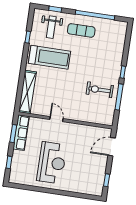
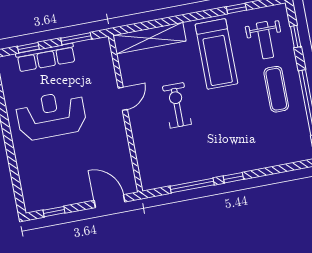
weight bench: (51, 27) -> (265, 40), turned -90
exercise bike: (100, 90) -> (177, 105), moved
row of seats: (21, 133) -> (46, 57), moved
reception desk: (52, 163) -> (51, 115), turned 180

